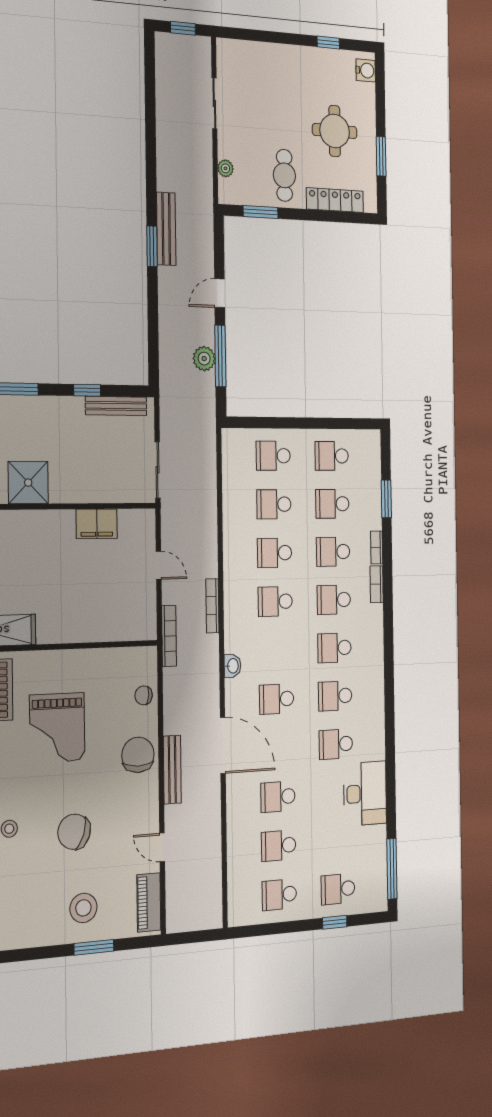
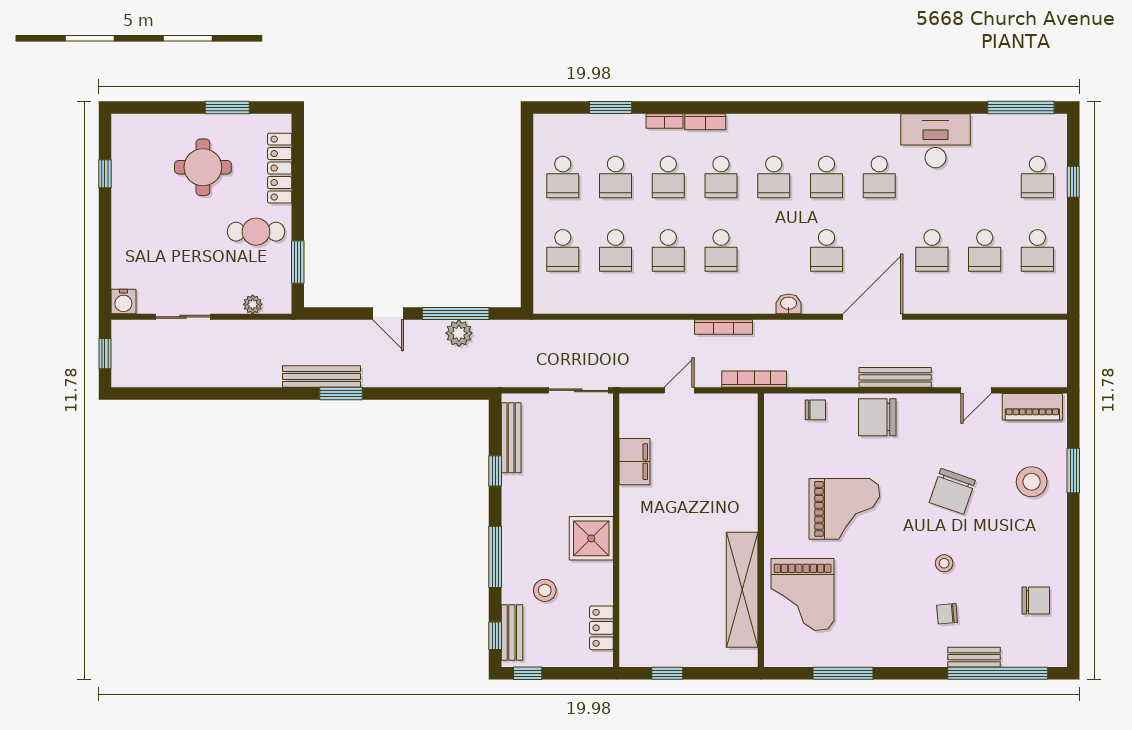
water cooler: (366, 70) -> (123, 301), moved, turned 180
chair: (144, 695) -> (815, 410), turned -96

